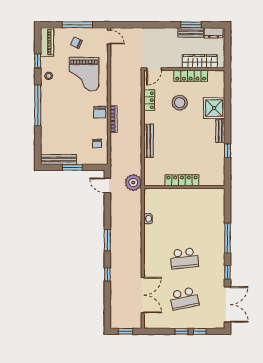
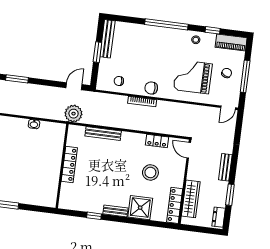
bench: (191, 32) -> (225, 167), moved
locker: (191, 76) -> (175, 205), moved
bench: (149, 141) -> (103, 133), moved

